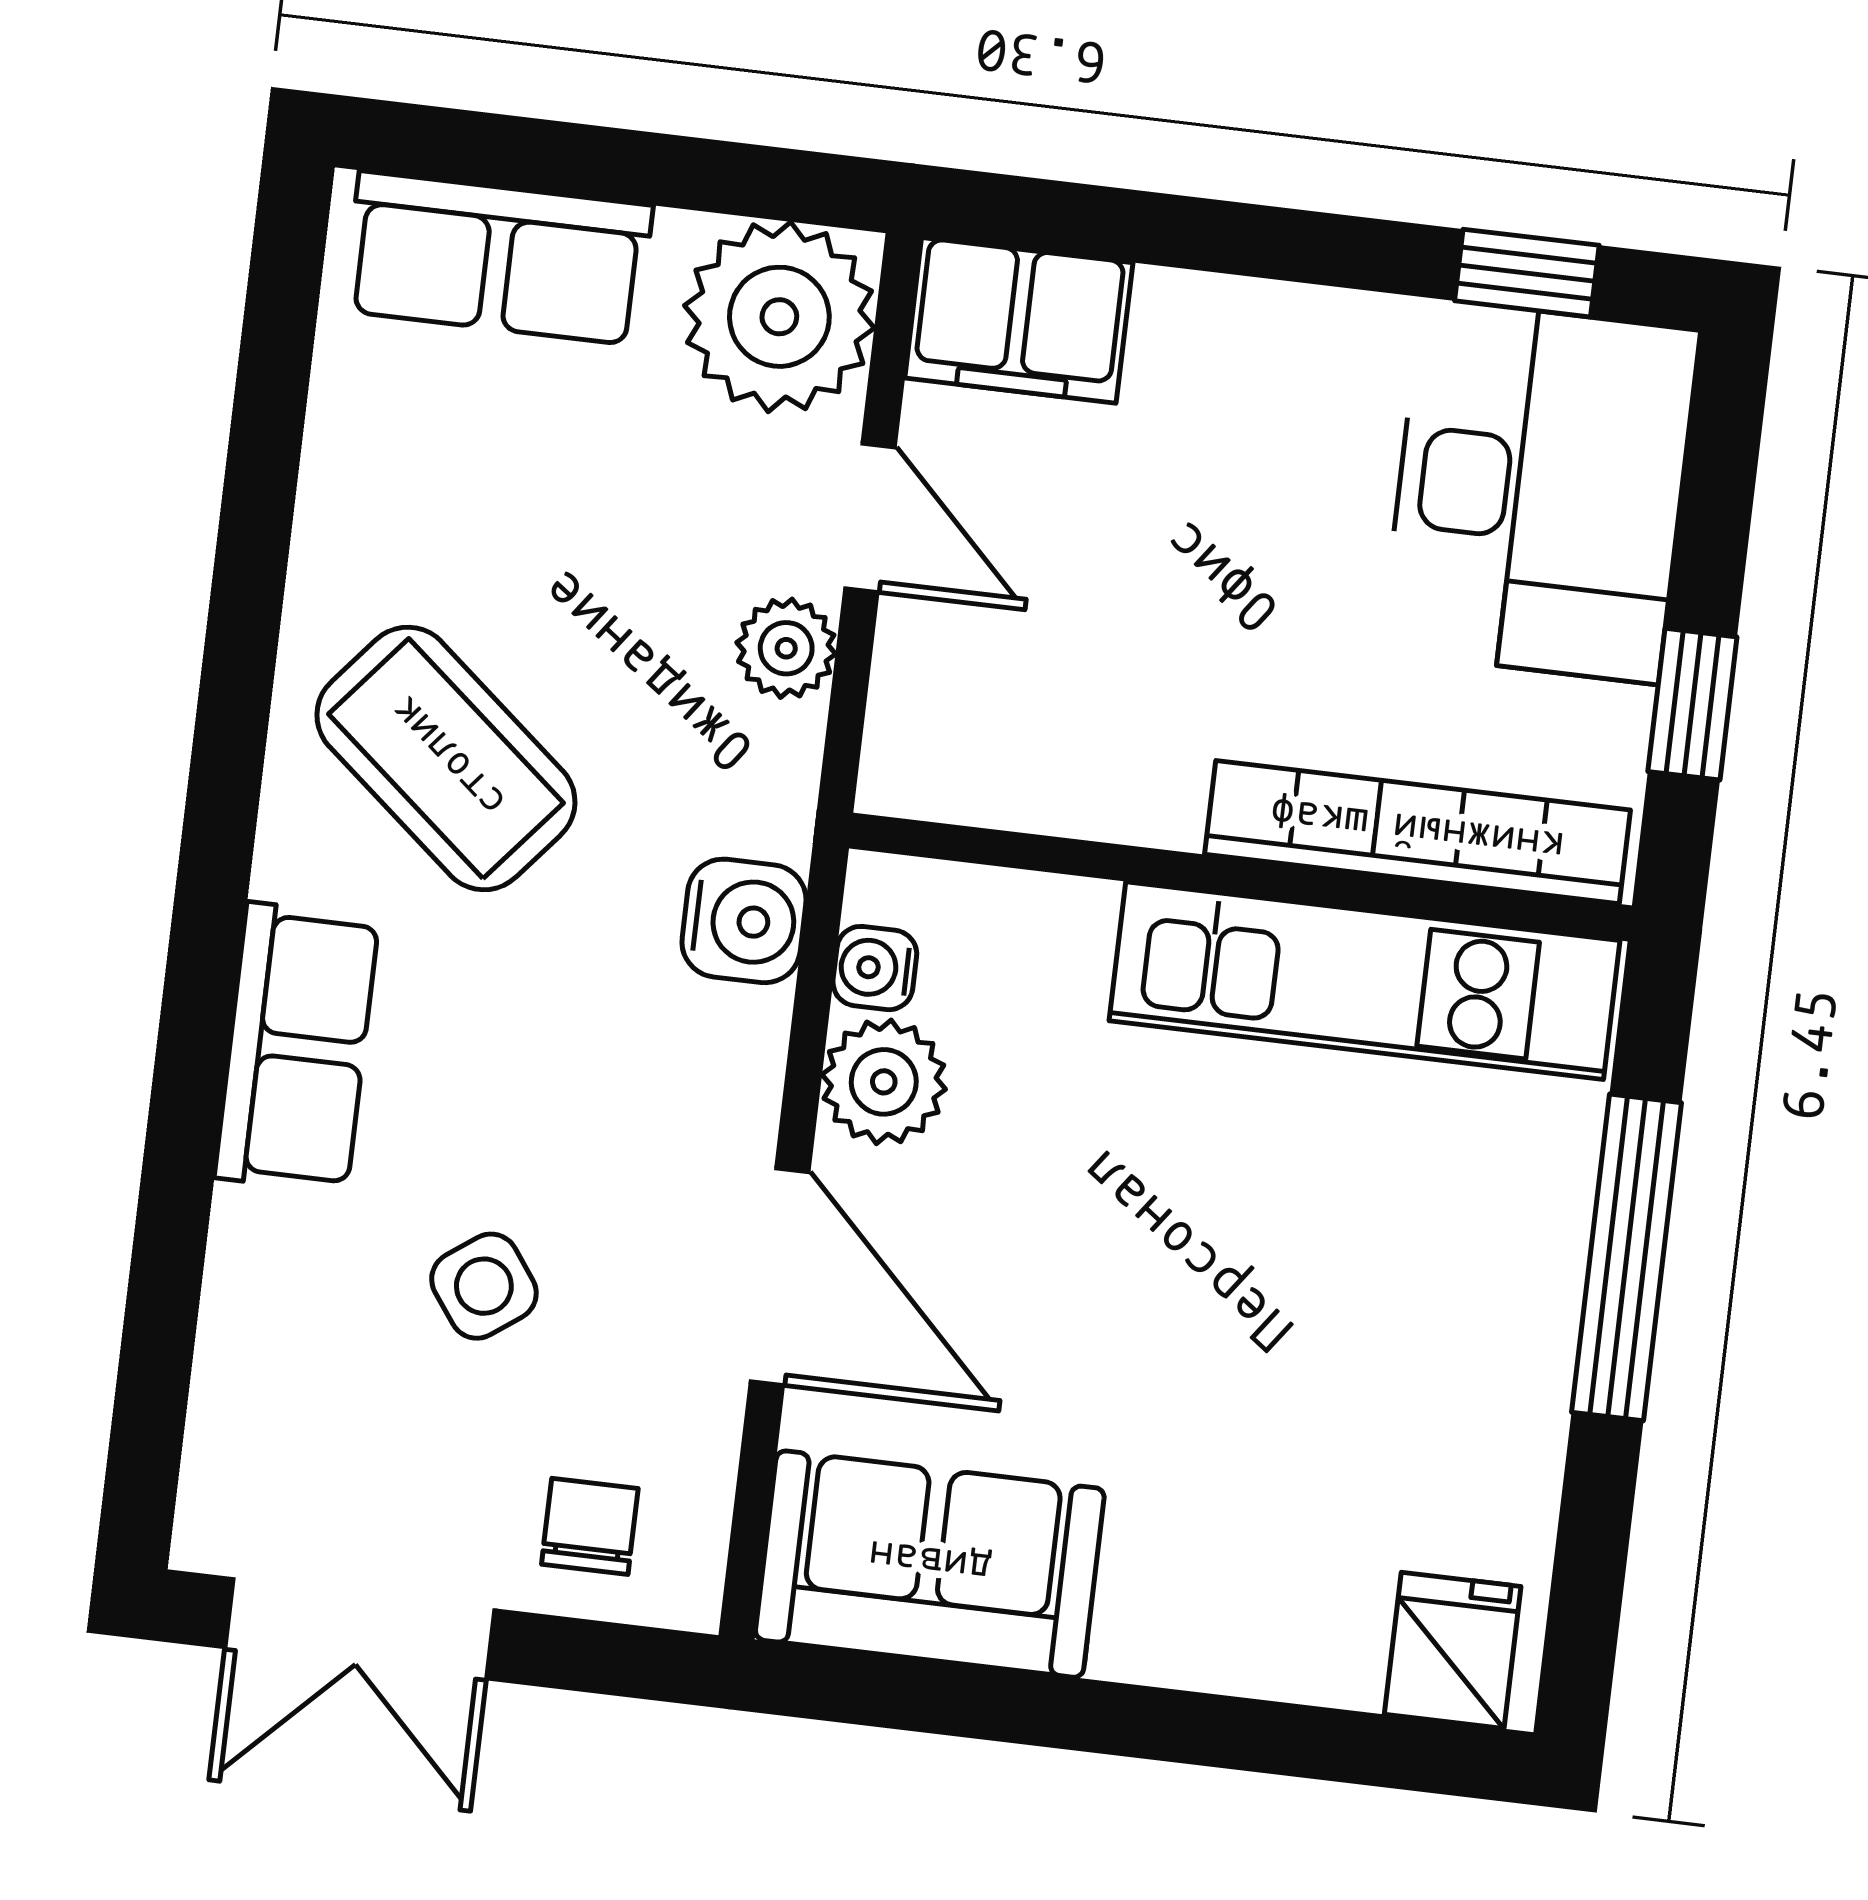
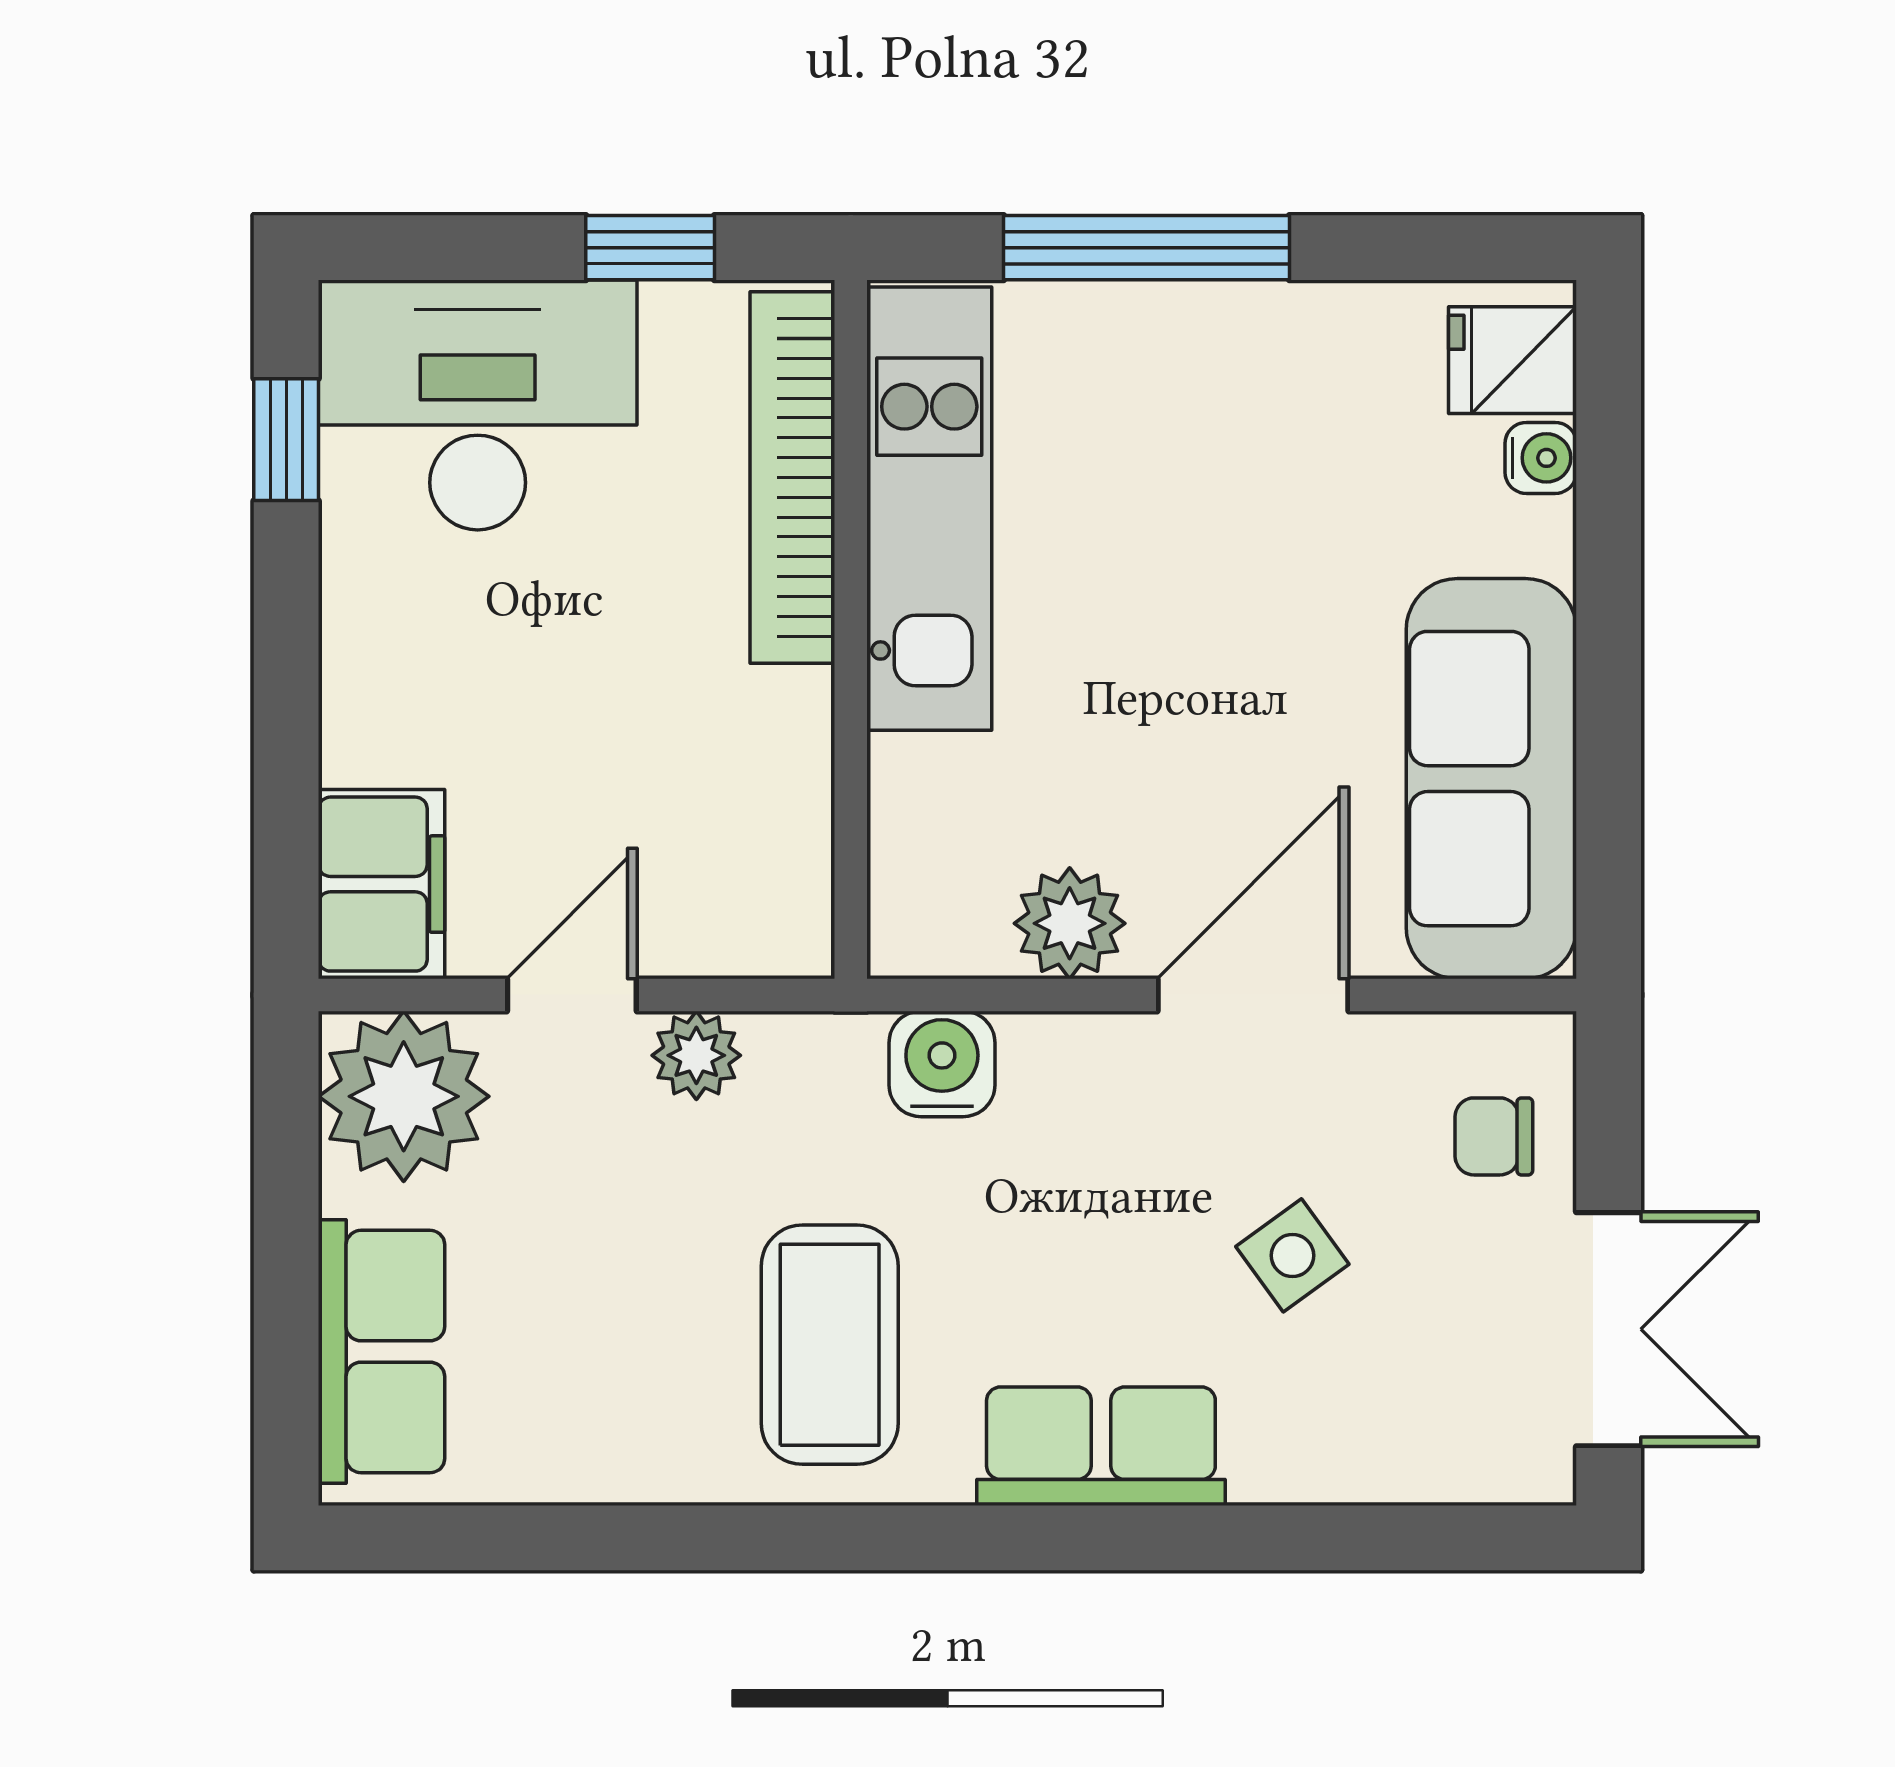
coffee table: (446, 758) -> (830, 1345), turned -40
water cooler: (875, 968) -> (1541, 458), moved, turned -90
sofa: (930, 1564) -> (1491, 779), width x1.36

